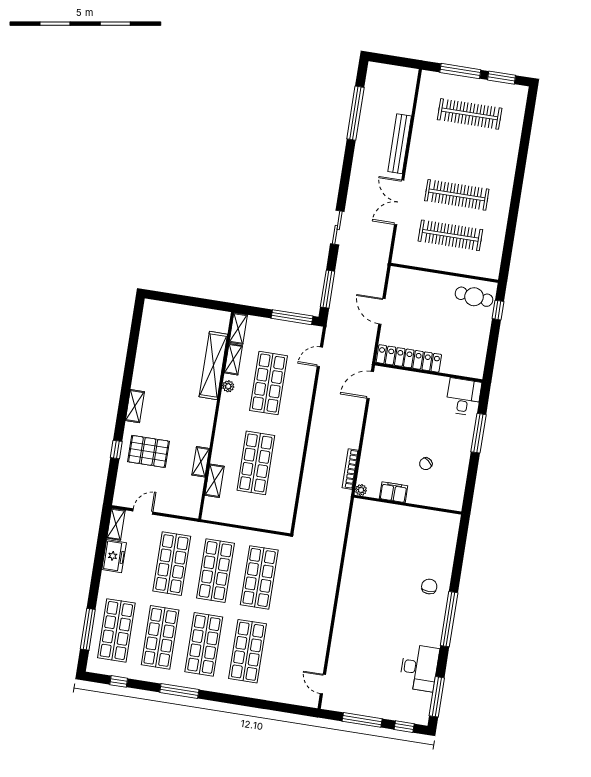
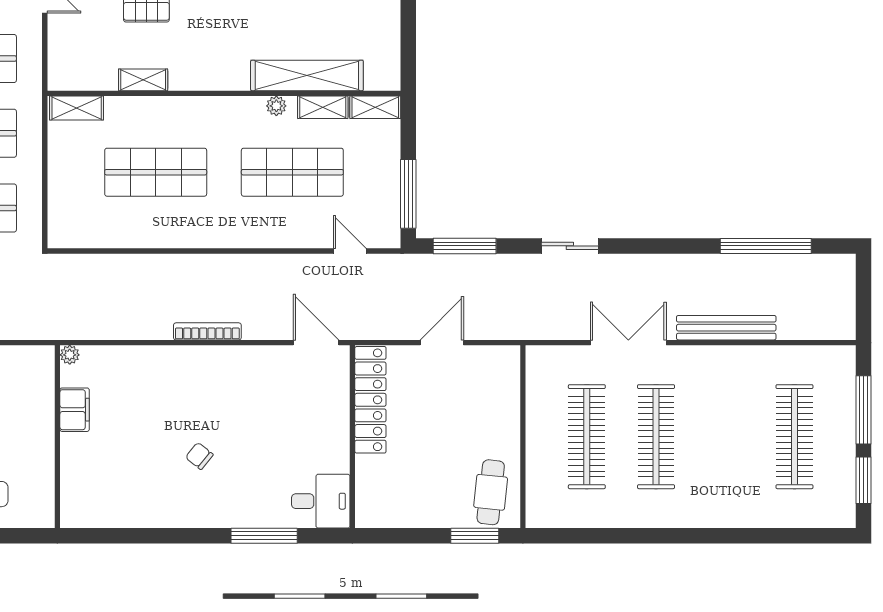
window: (498, 310) -> (475, 536), width x1.50
bookcase: (350, 469) -> (207, 331), moved
shelving: (215, 481) -> (77, 108), moved
plant: (361, 490) -> (70, 355), moved
filing cabinet: (394, 492) -> (75, 410), moved
wall: (408, 505) -> (57, 437), moved

